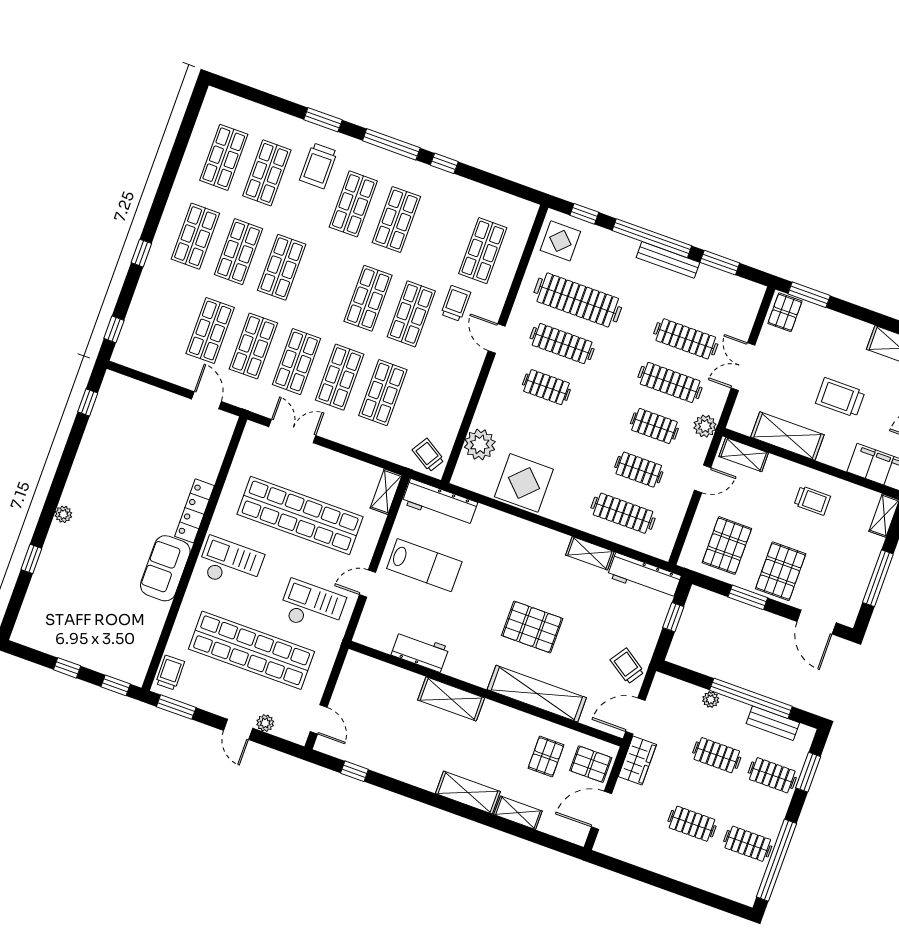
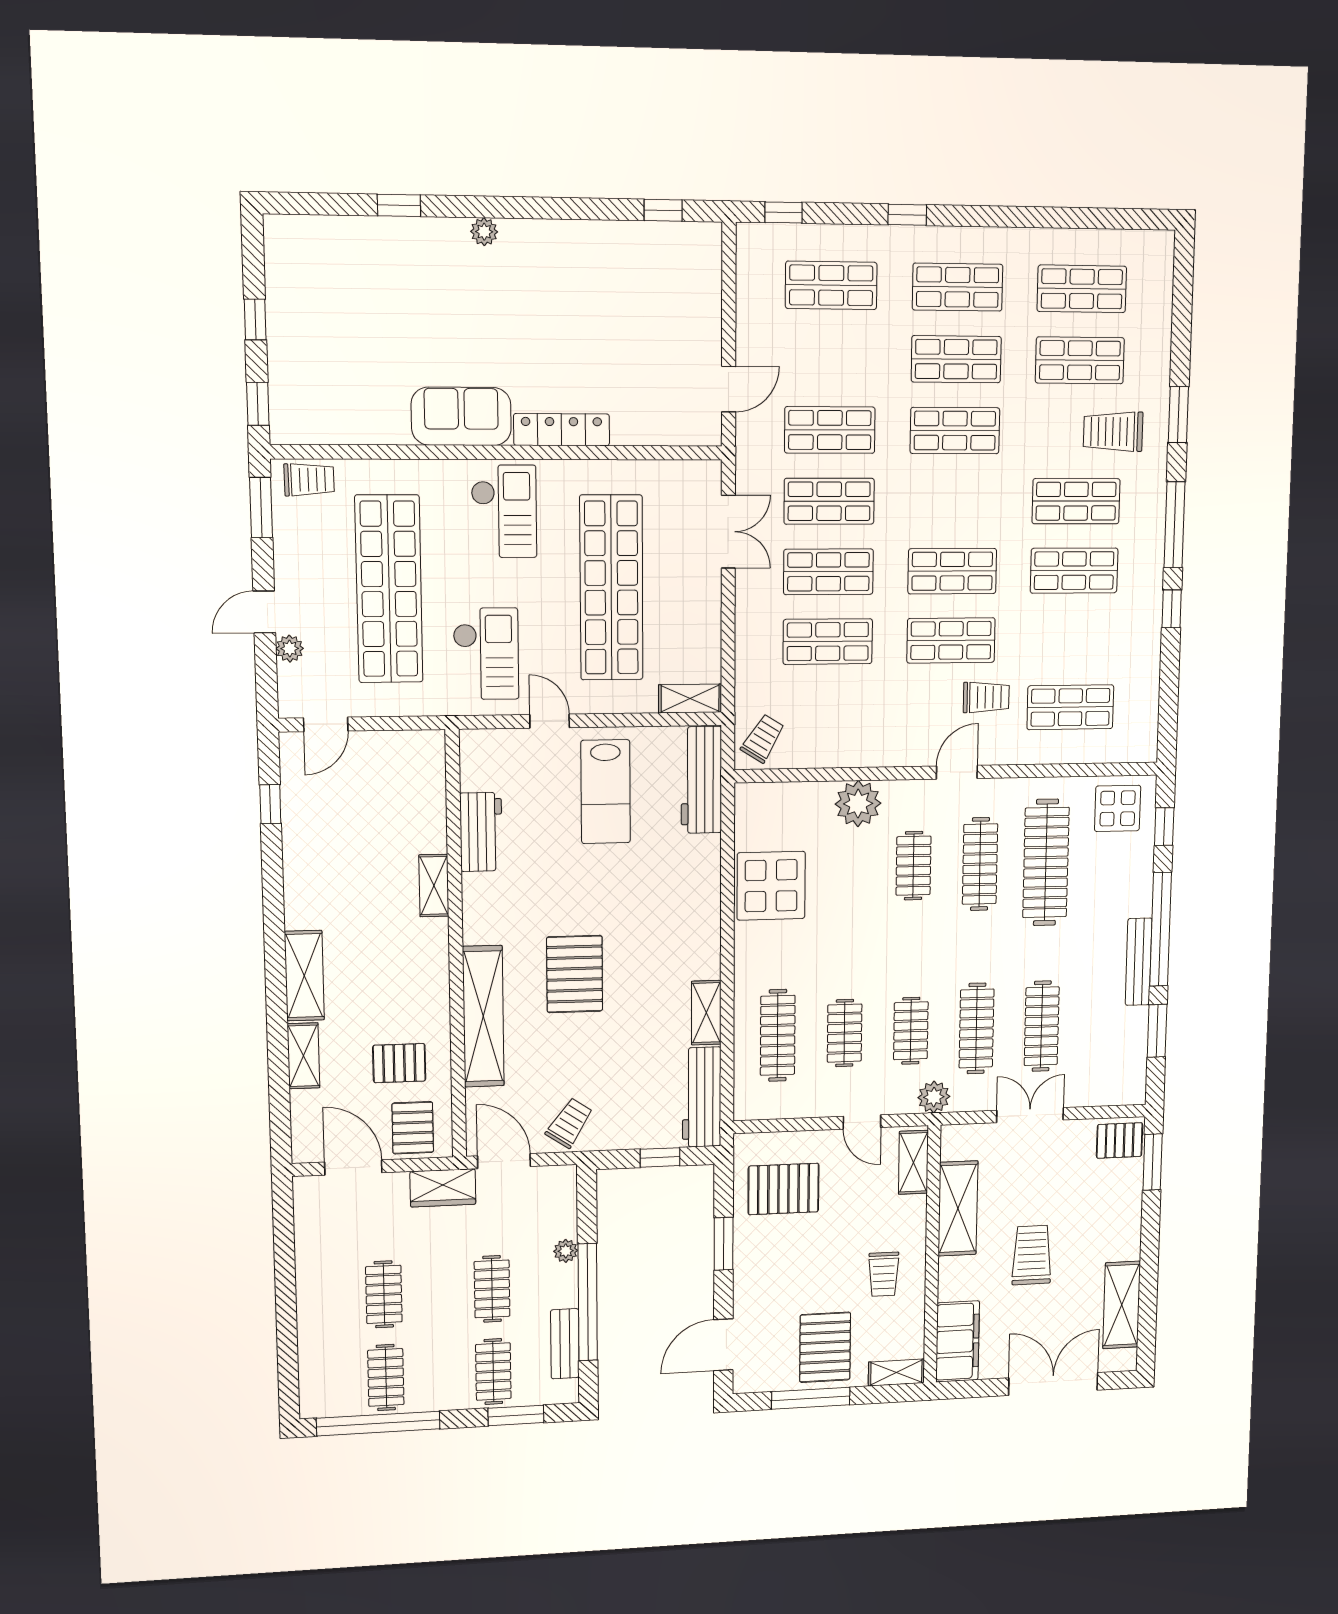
shop shelf: (210, 330) -> (831, 285), moved
plant: (480, 444) -> (858, 804), moved
pallet: (781, 571) -> (825, 1347), moved, turned 90
shelving: (451, 699) -> (434, 886), width x0.67, depth x0.75

